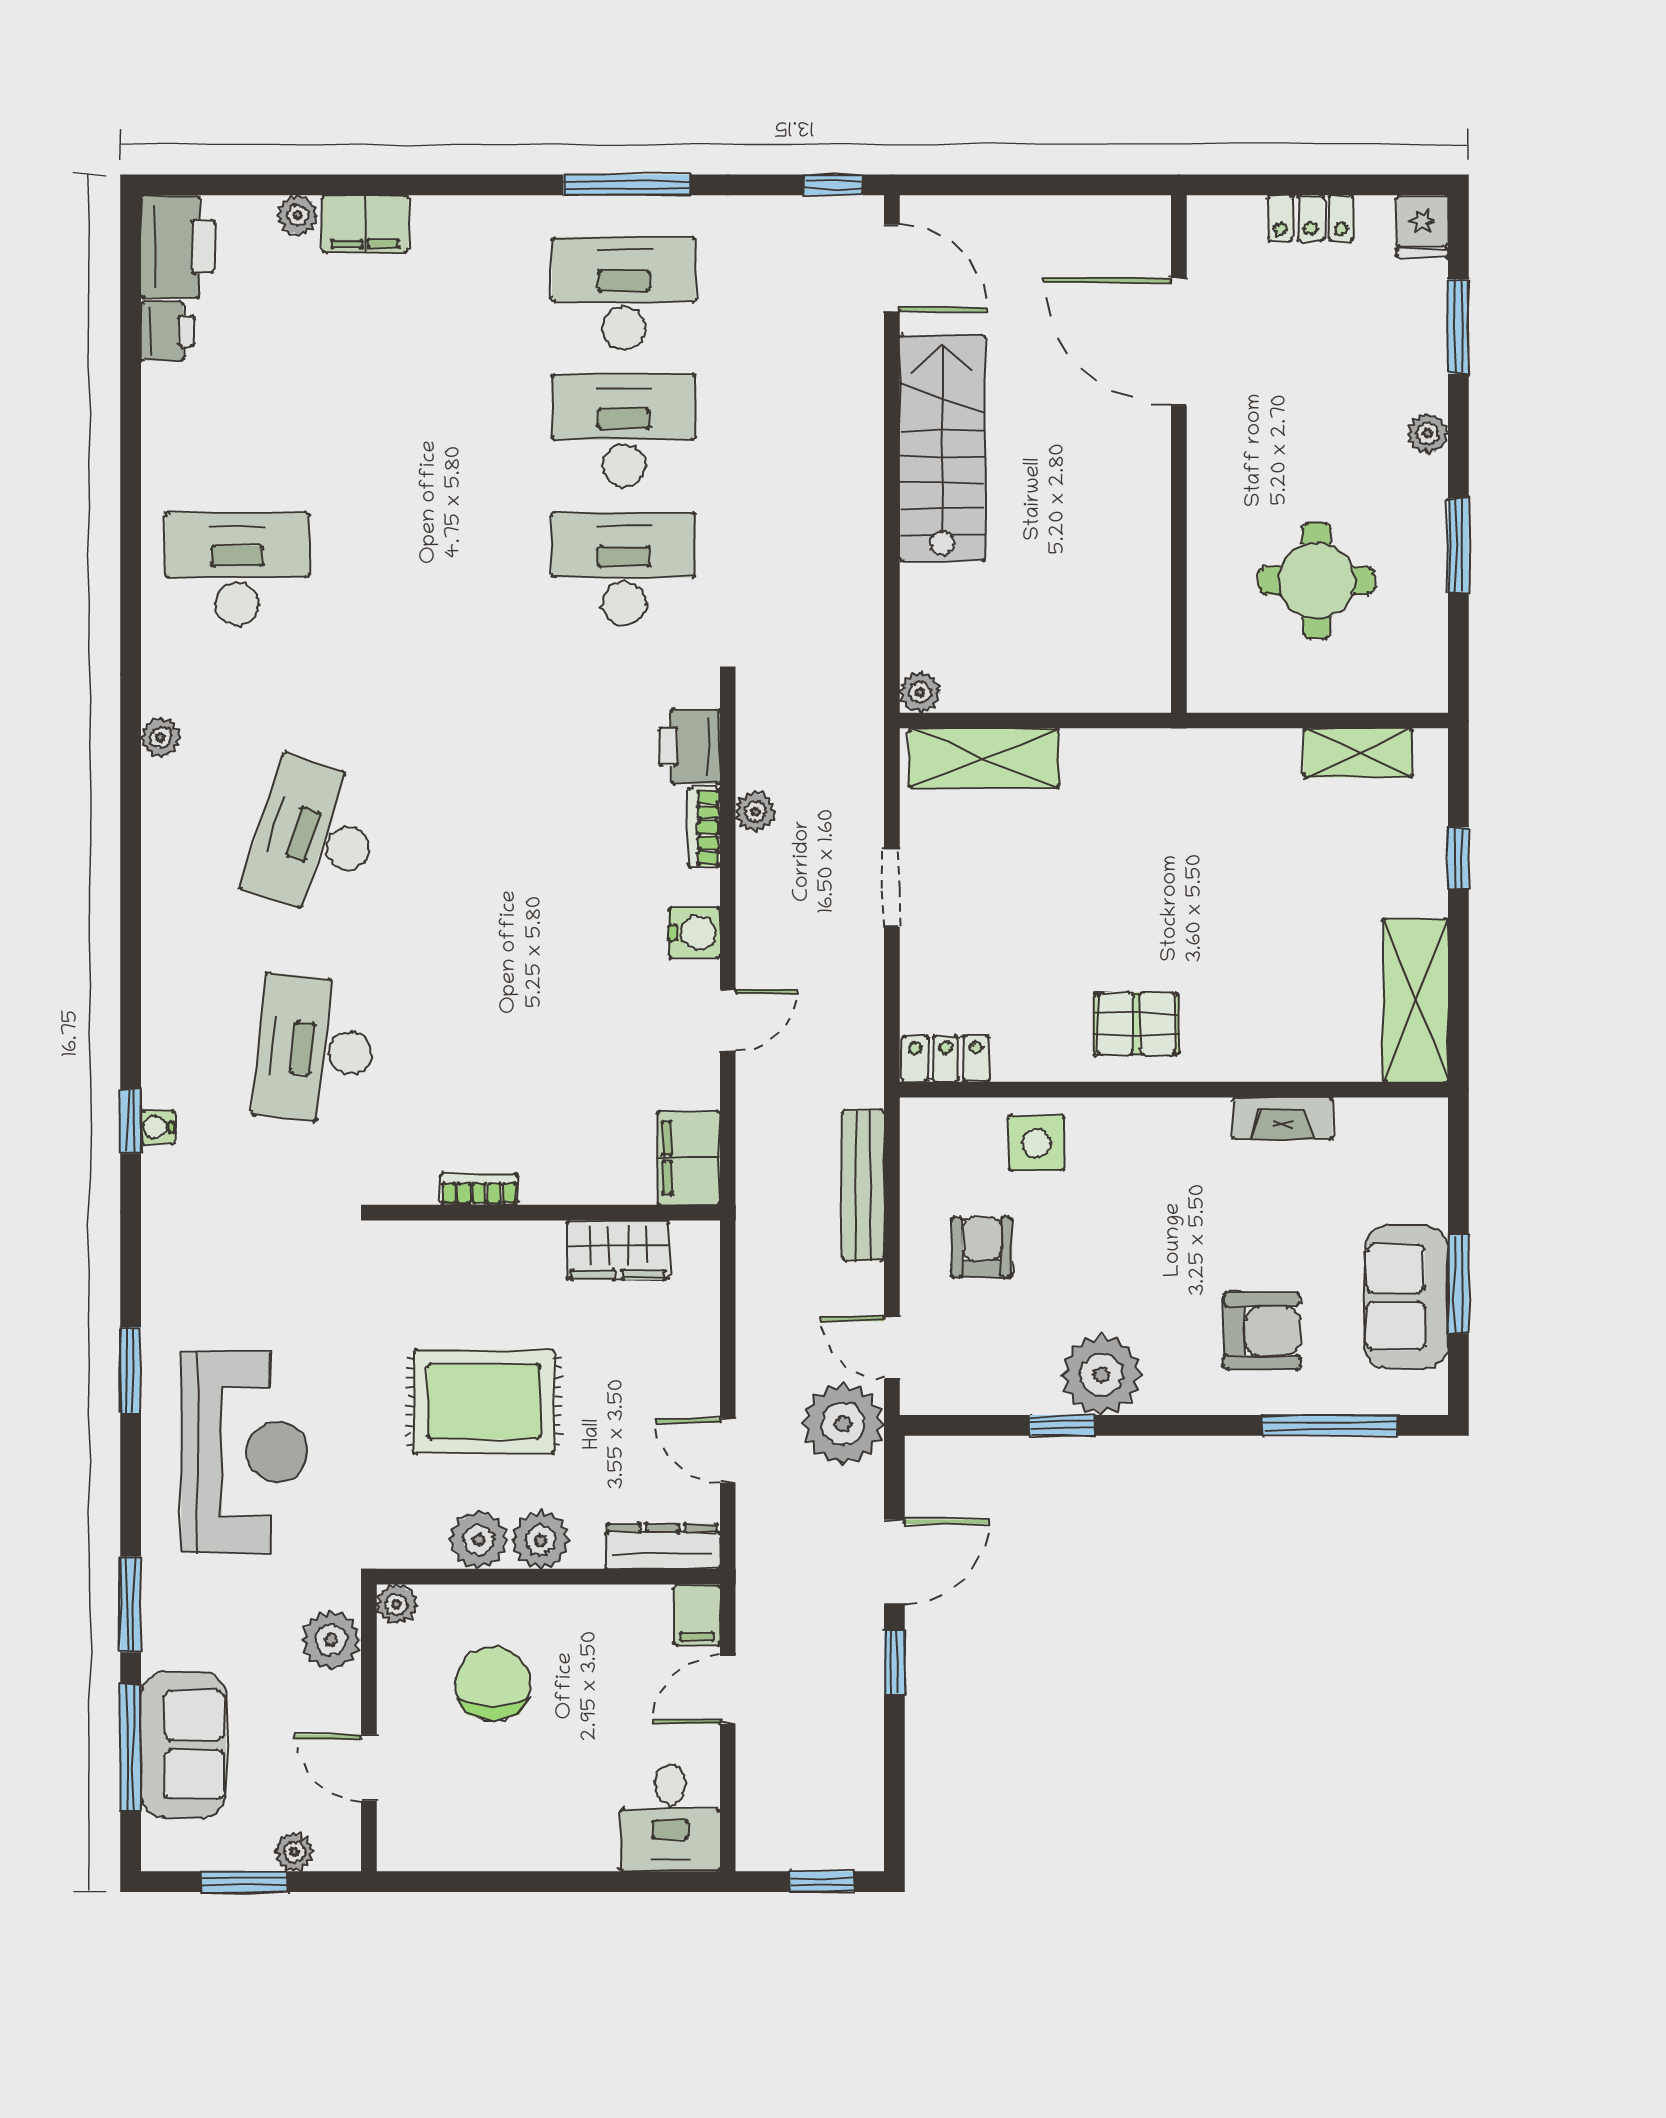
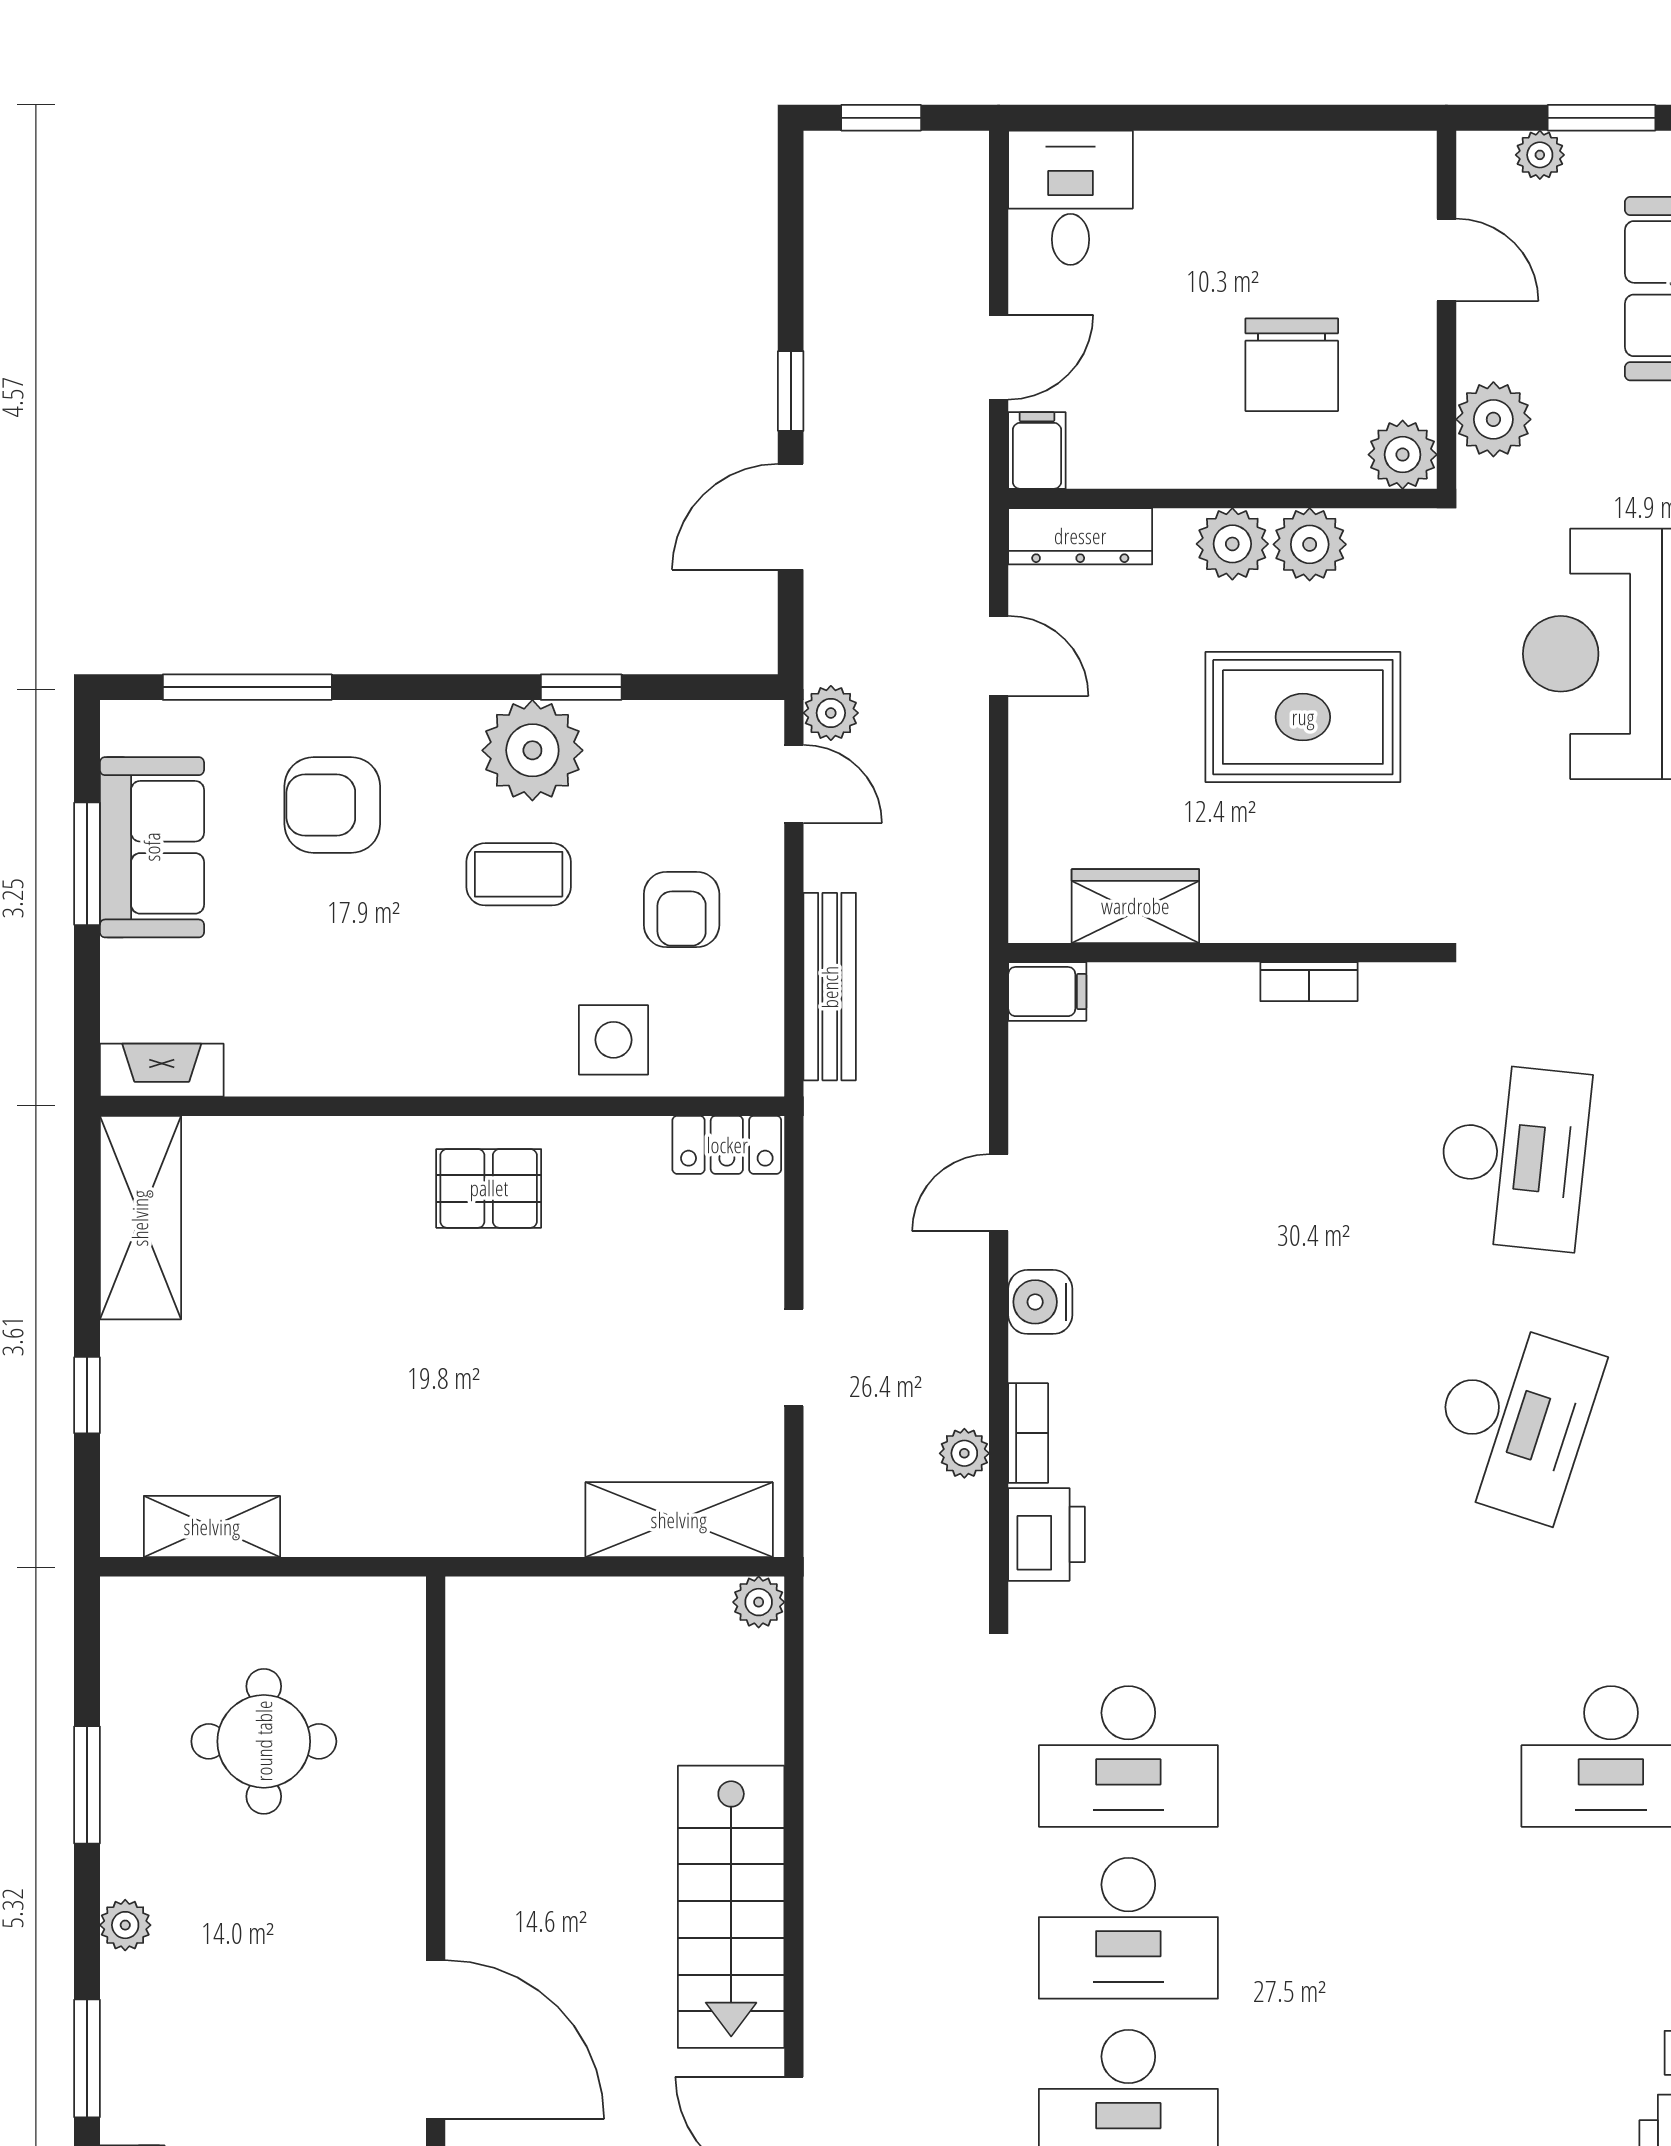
fireplace: (1283, 1119) -> (162, 1070), moved
filing cabinet: (689, 1158) -> (1047, 992), width x0.50
coffee table: (1112, 1275) -> (519, 874), added
plant: (843, 1424) -> (831, 713), width x0.53, depth x0.53
plant: (397, 1604) -> (1403, 455), width x1.38, depth x1.38

